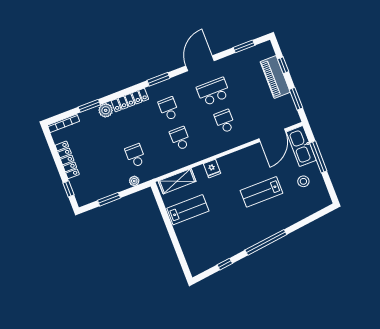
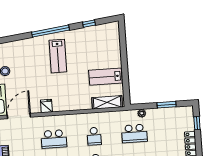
school desk: (225, 121) -> (54, 139), width x1.85
school desk: (135, 156) -> (134, 133), width x1.85
fridge: (212, 169) -> (46, 106), moved
lab bench: (261, 192) -> (58, 56), moved, turned 90

